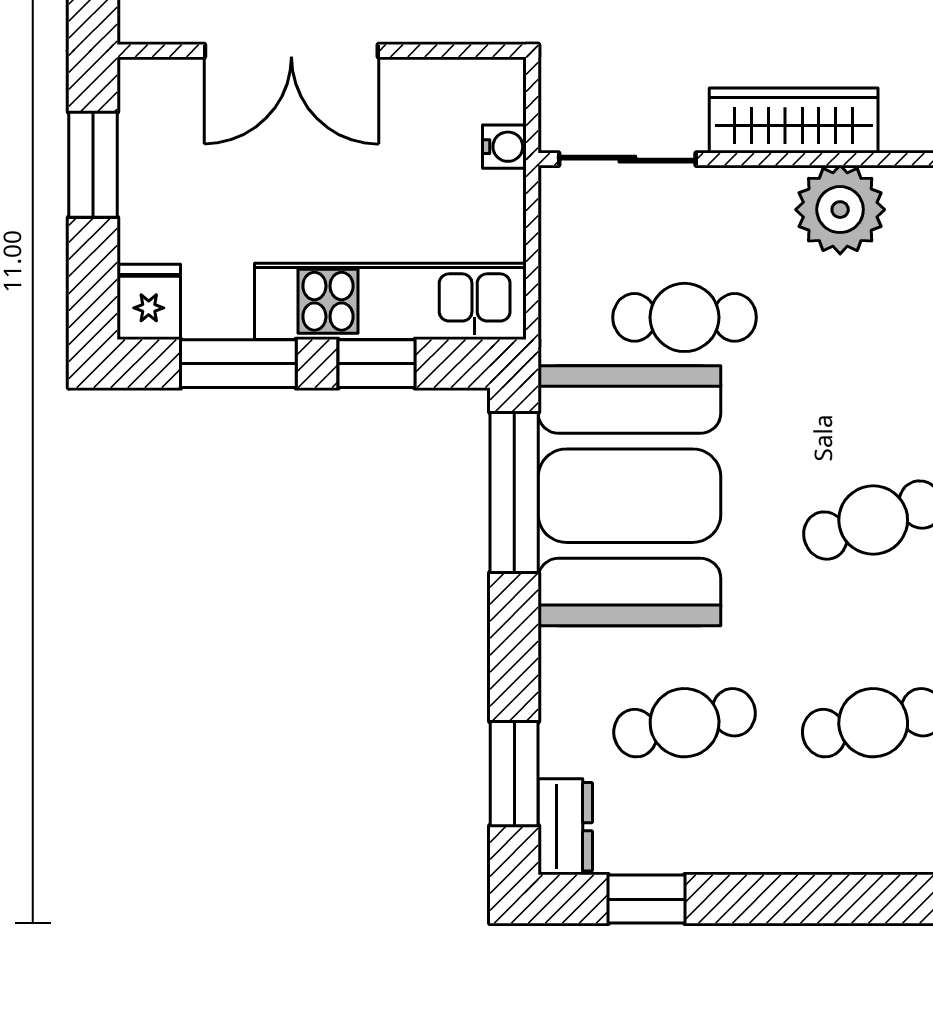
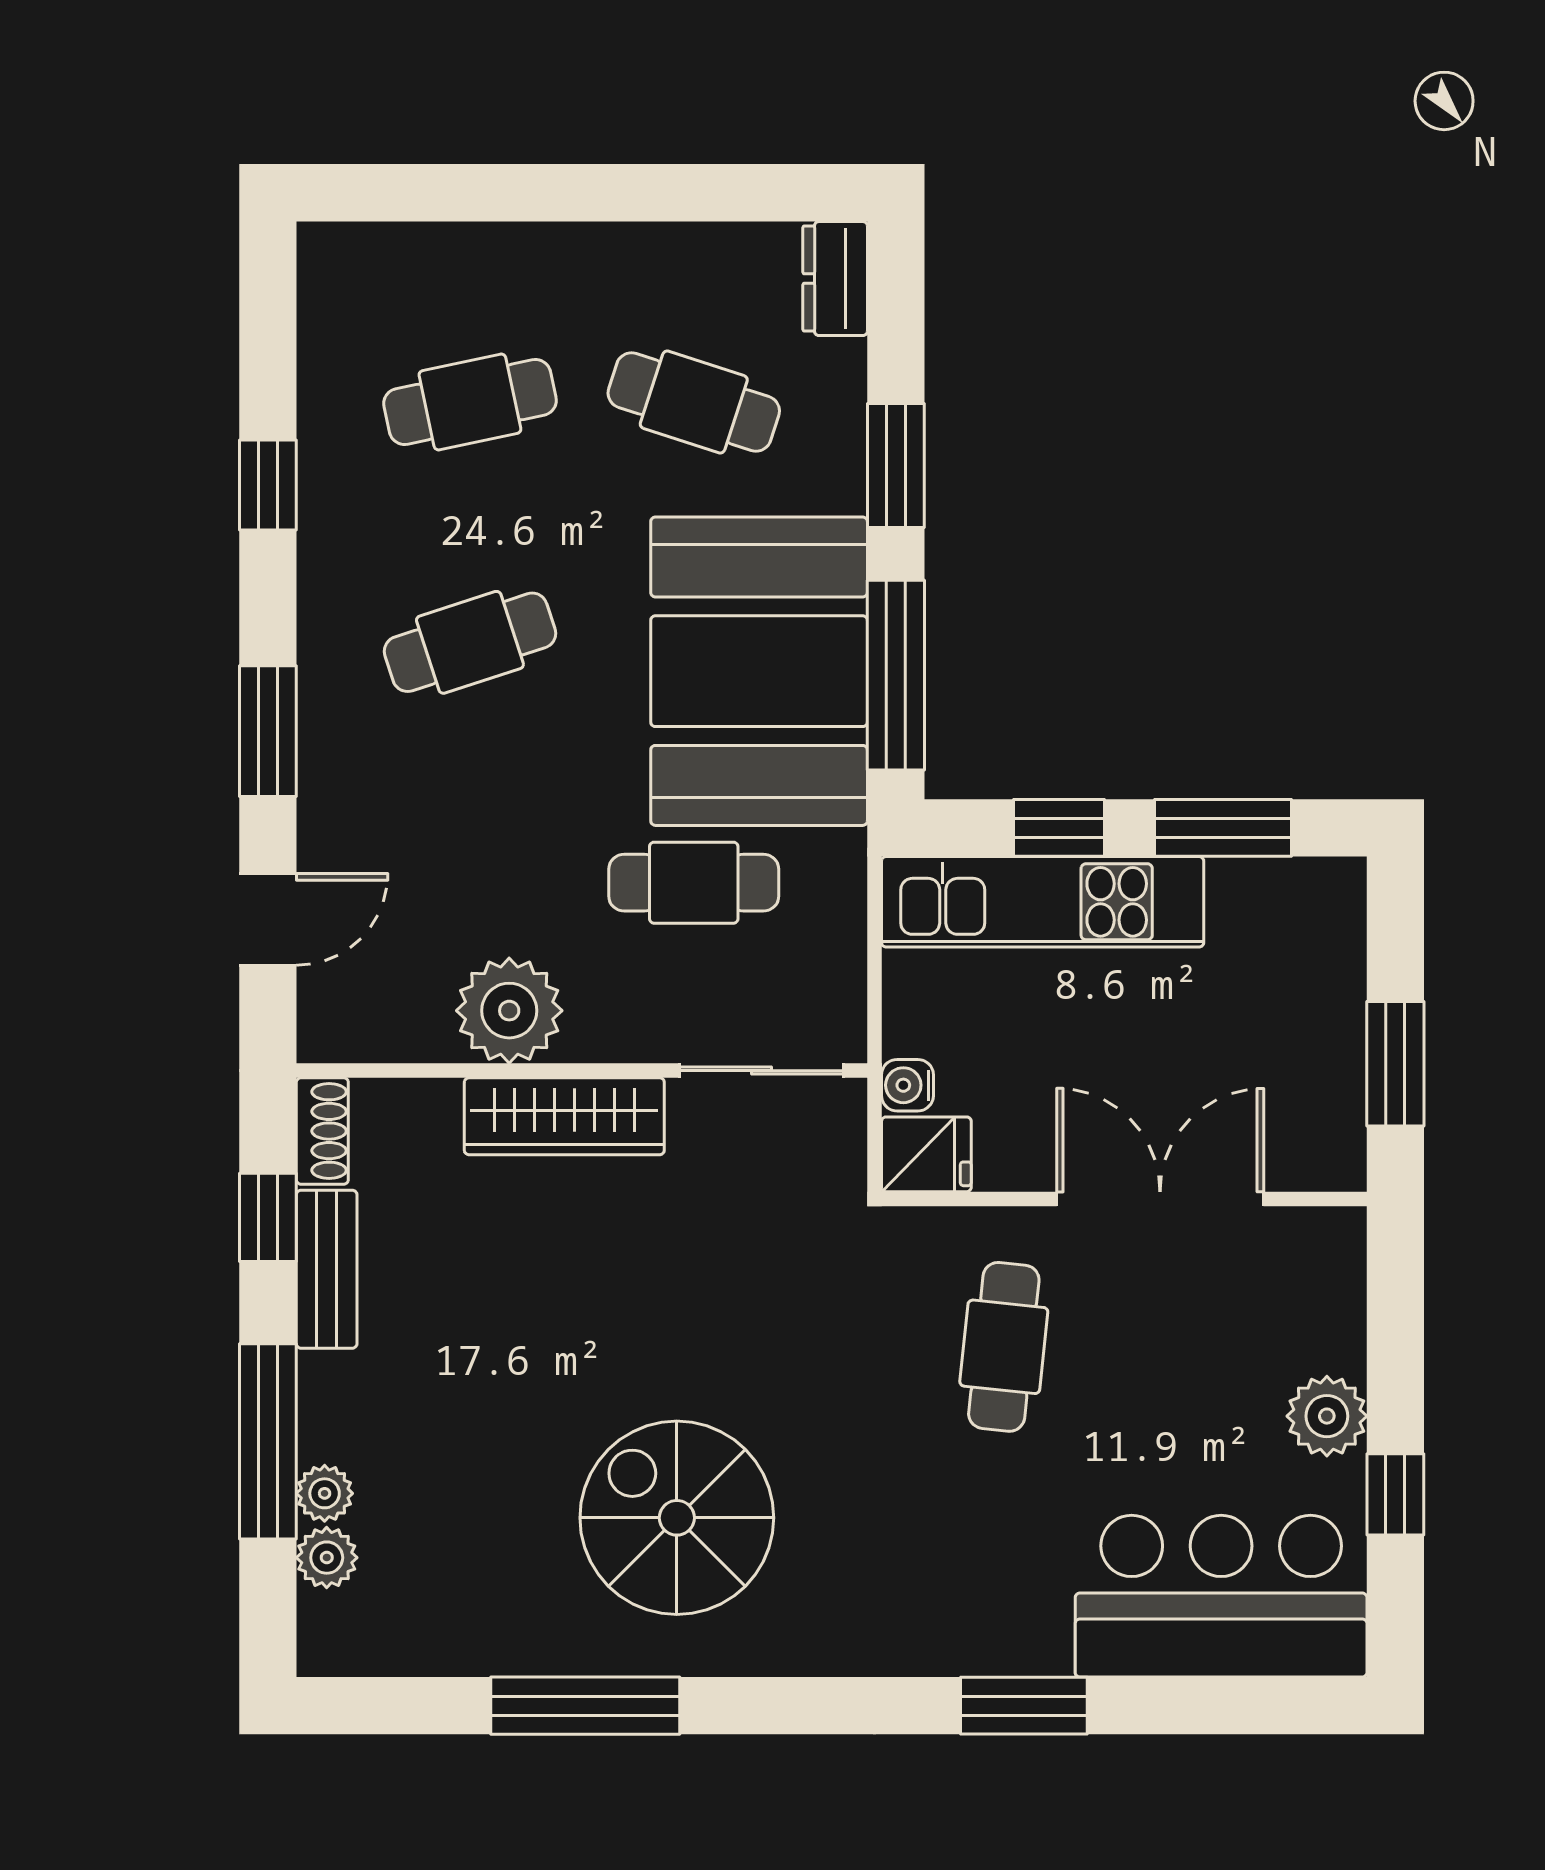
fridge: (149, 302) -> (926, 1154), moved, turned -90
cafe table: (685, 723) -> (694, 402), turned 30
window: (514, 774) -> (896, 466), moved
window: (646, 899) -> (739, 193), removed

